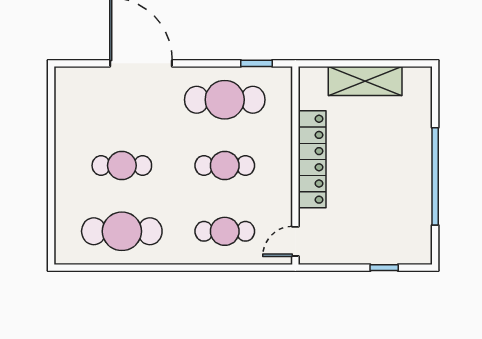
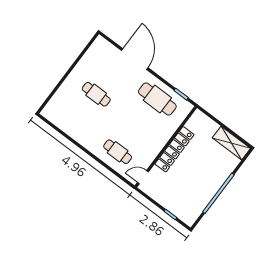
shelving: (365, 81) -> (231, 143), moved
cafe table: (225, 166) -> (137, 125), removed
cafe table: (122, 231) -> (76, 121), removed

